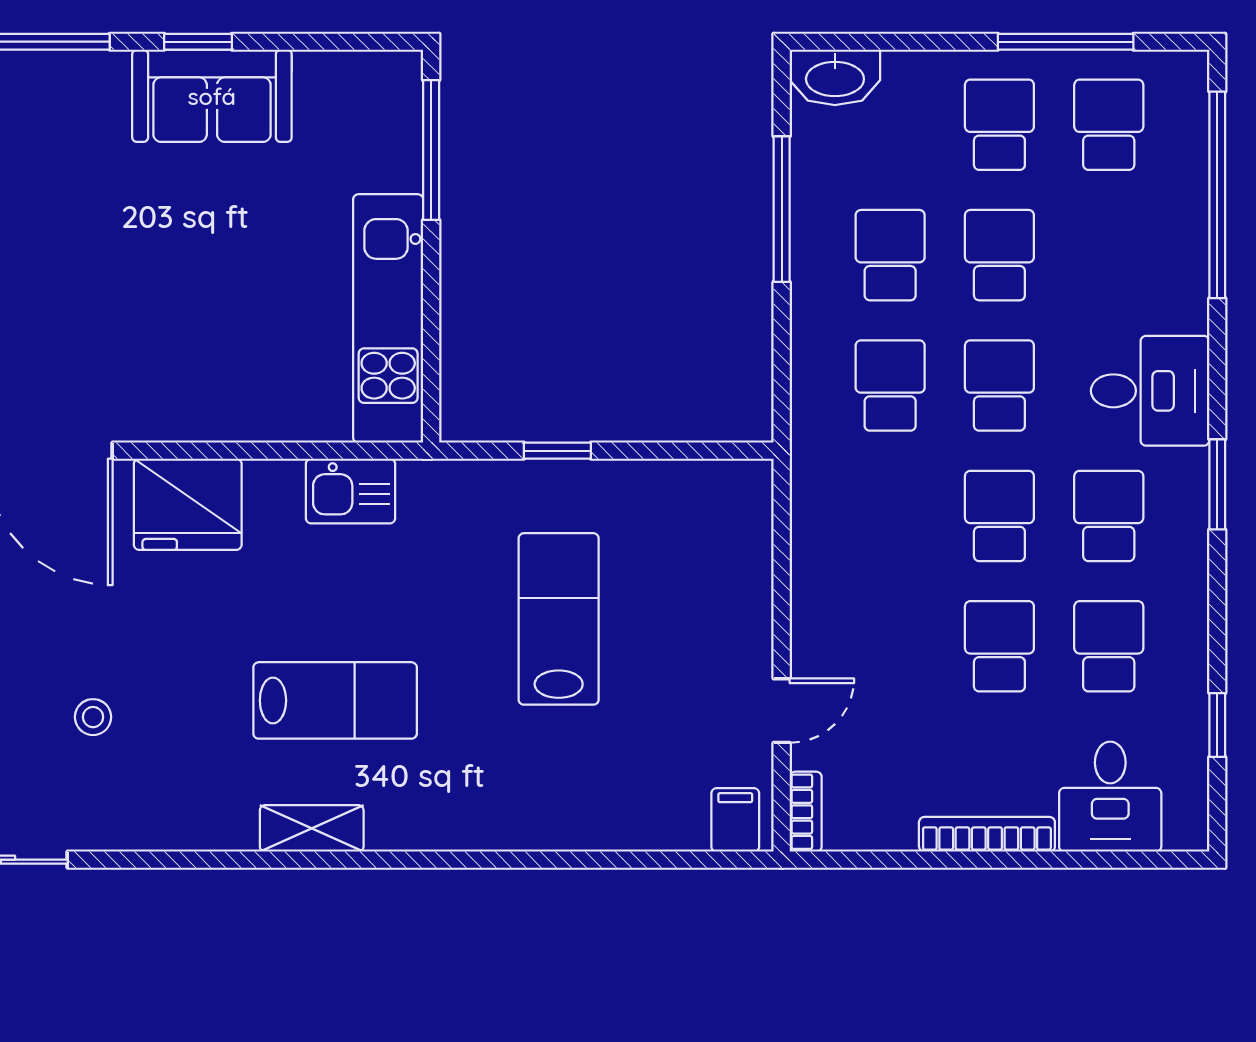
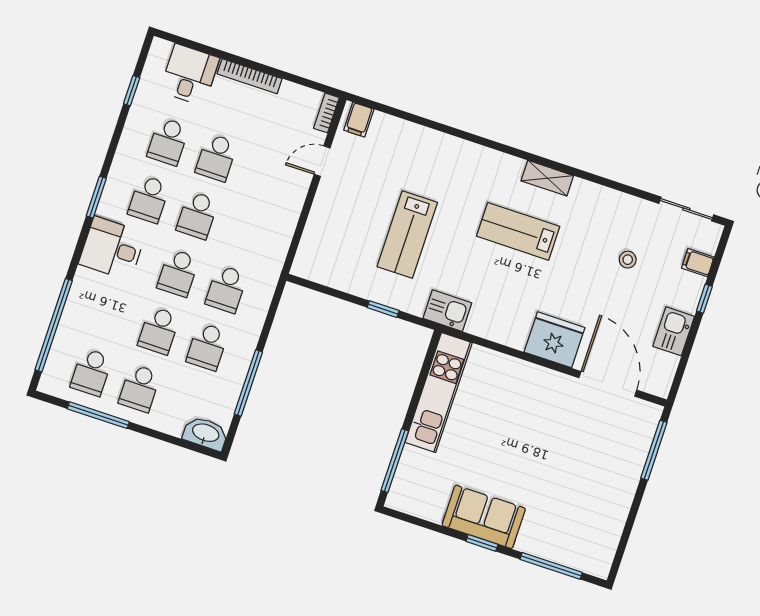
kitchen sink: (351, 491) -> (447, 311), moved

